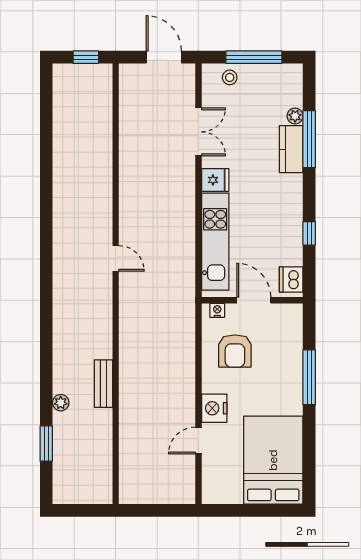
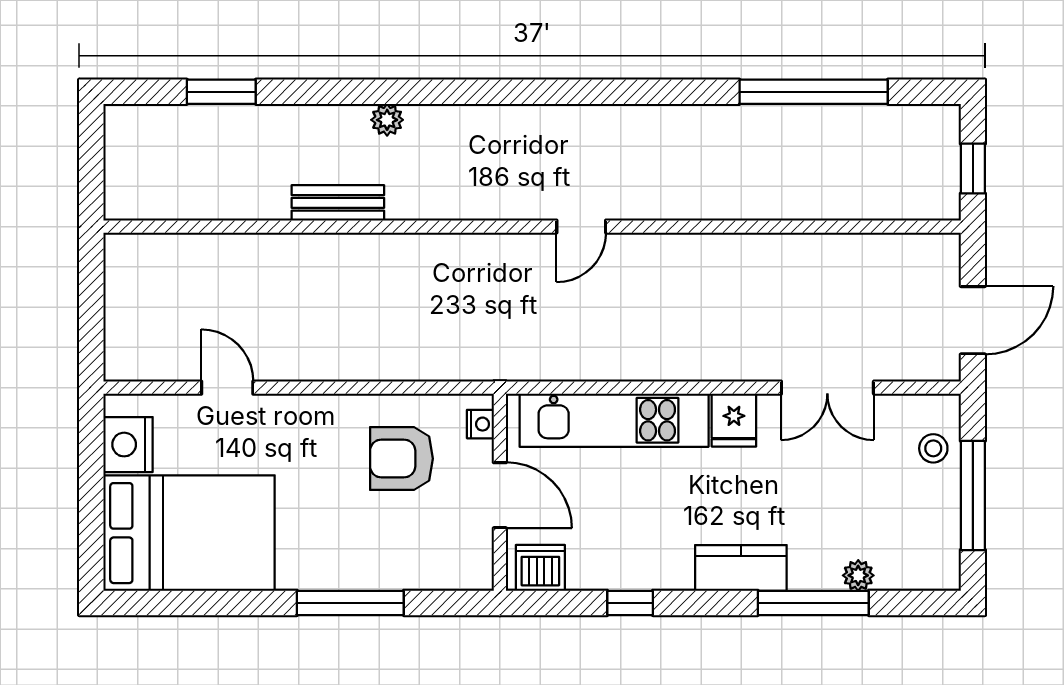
window: (46, 139) -> (814, 92), added
kitchen counter: (291, 149) -> (741, 568), moved
door: (254, 300) -> (500, 495), hinge flipped
plant: (61, 403) -> (387, 120), moved
nightstand: (214, 408) -> (128, 445), moved, turned -90

